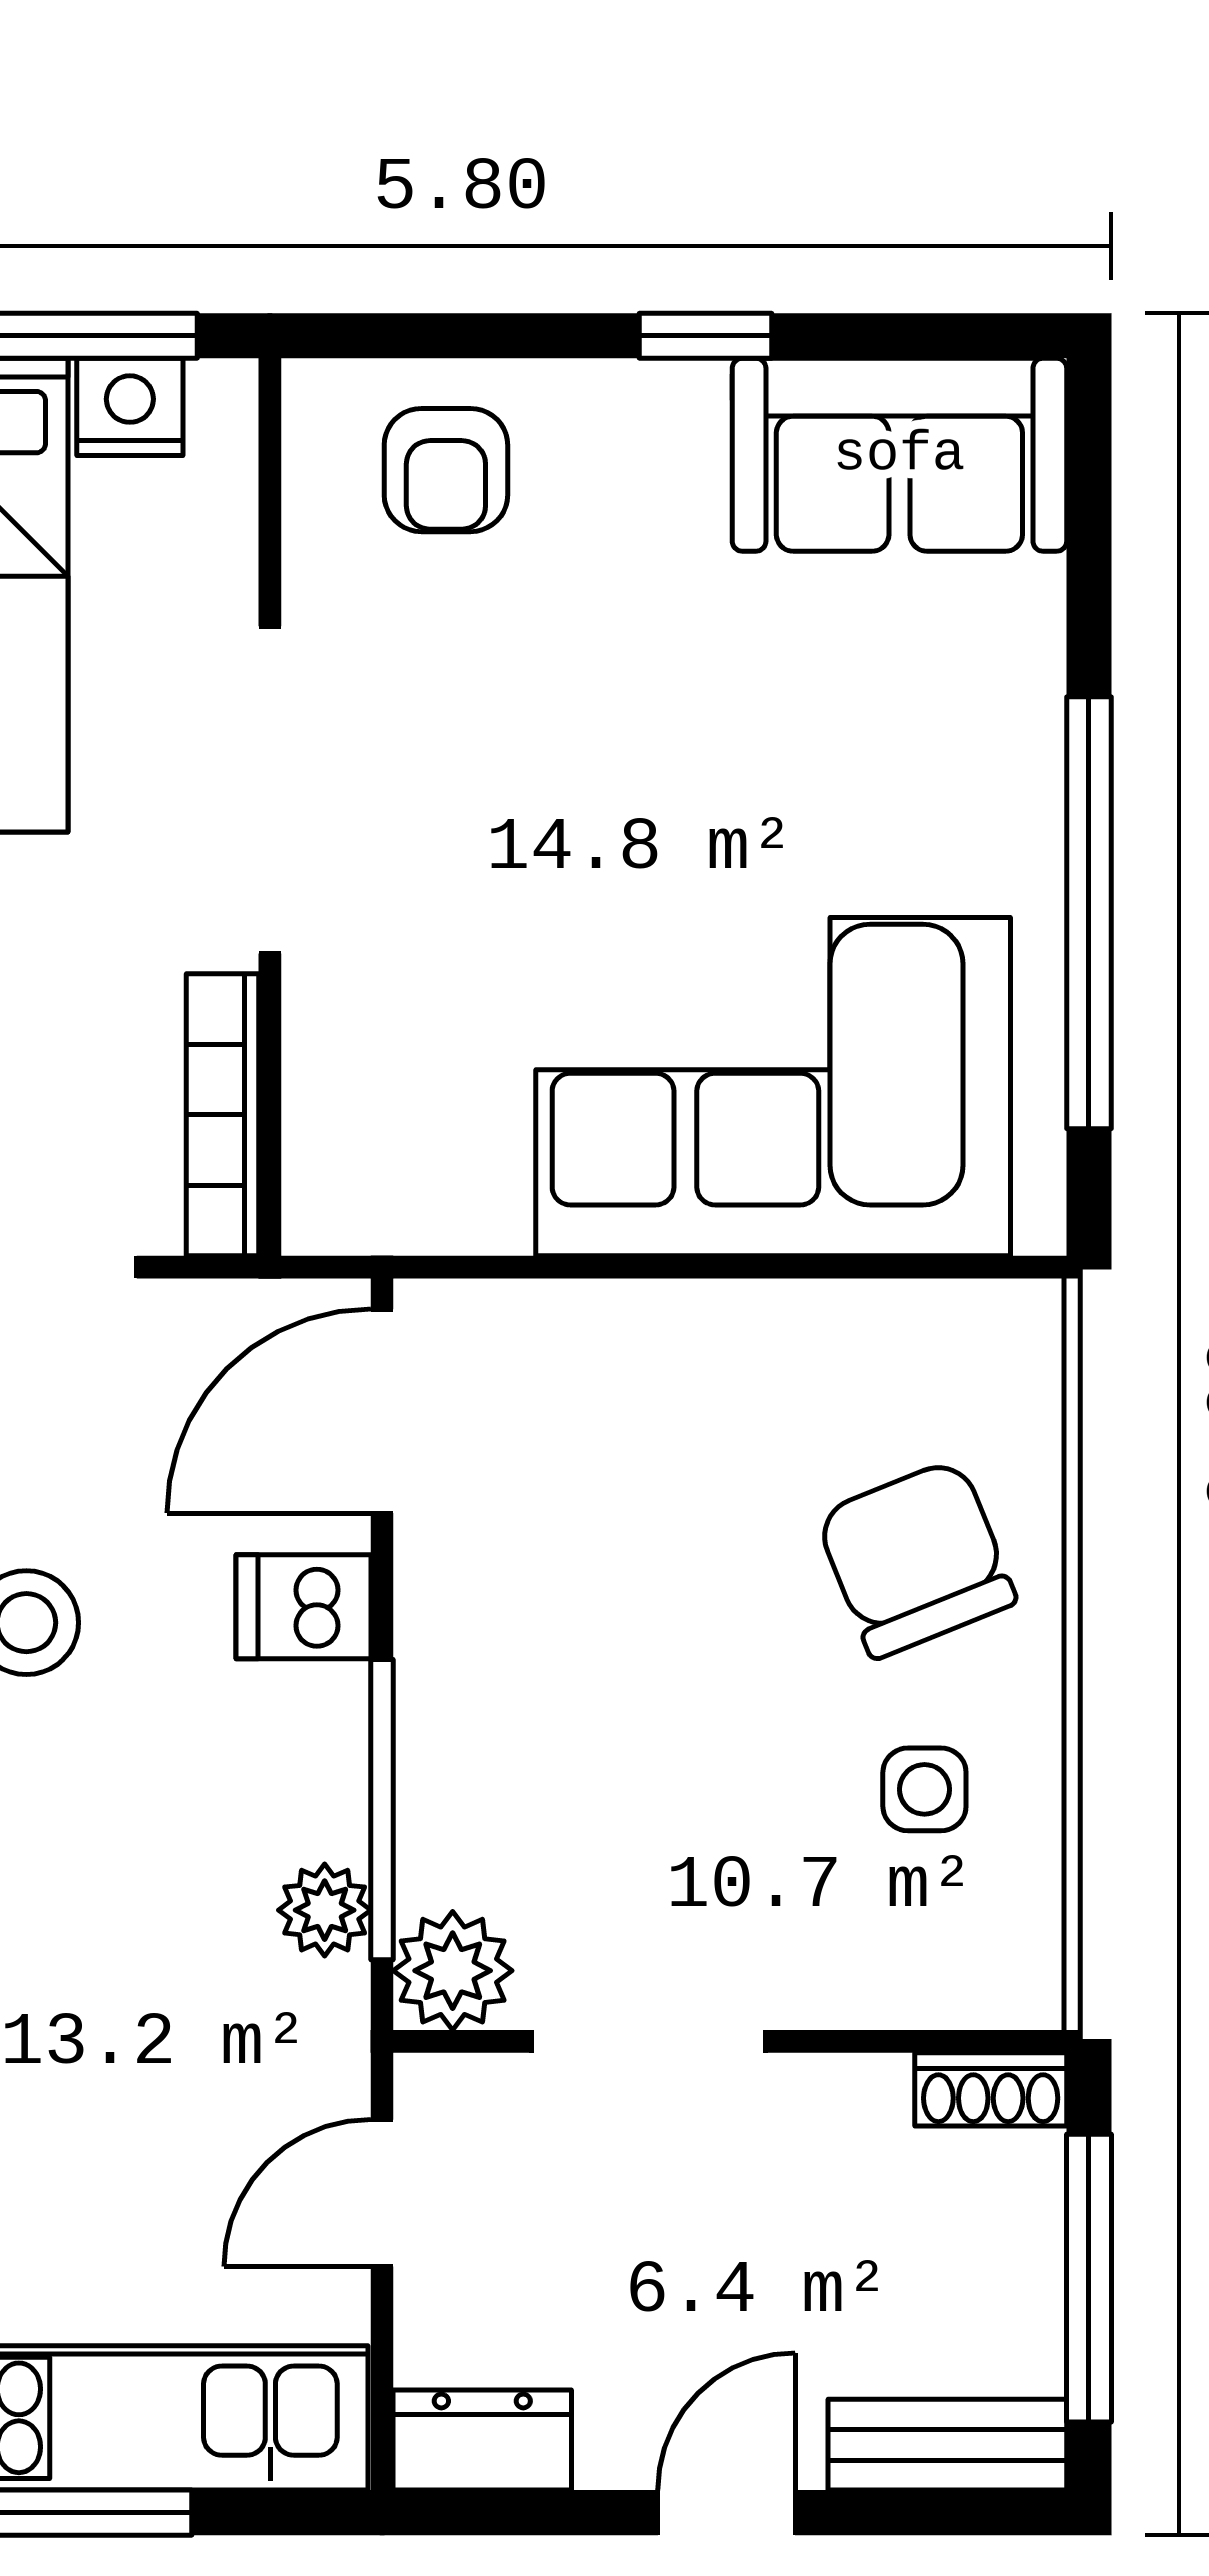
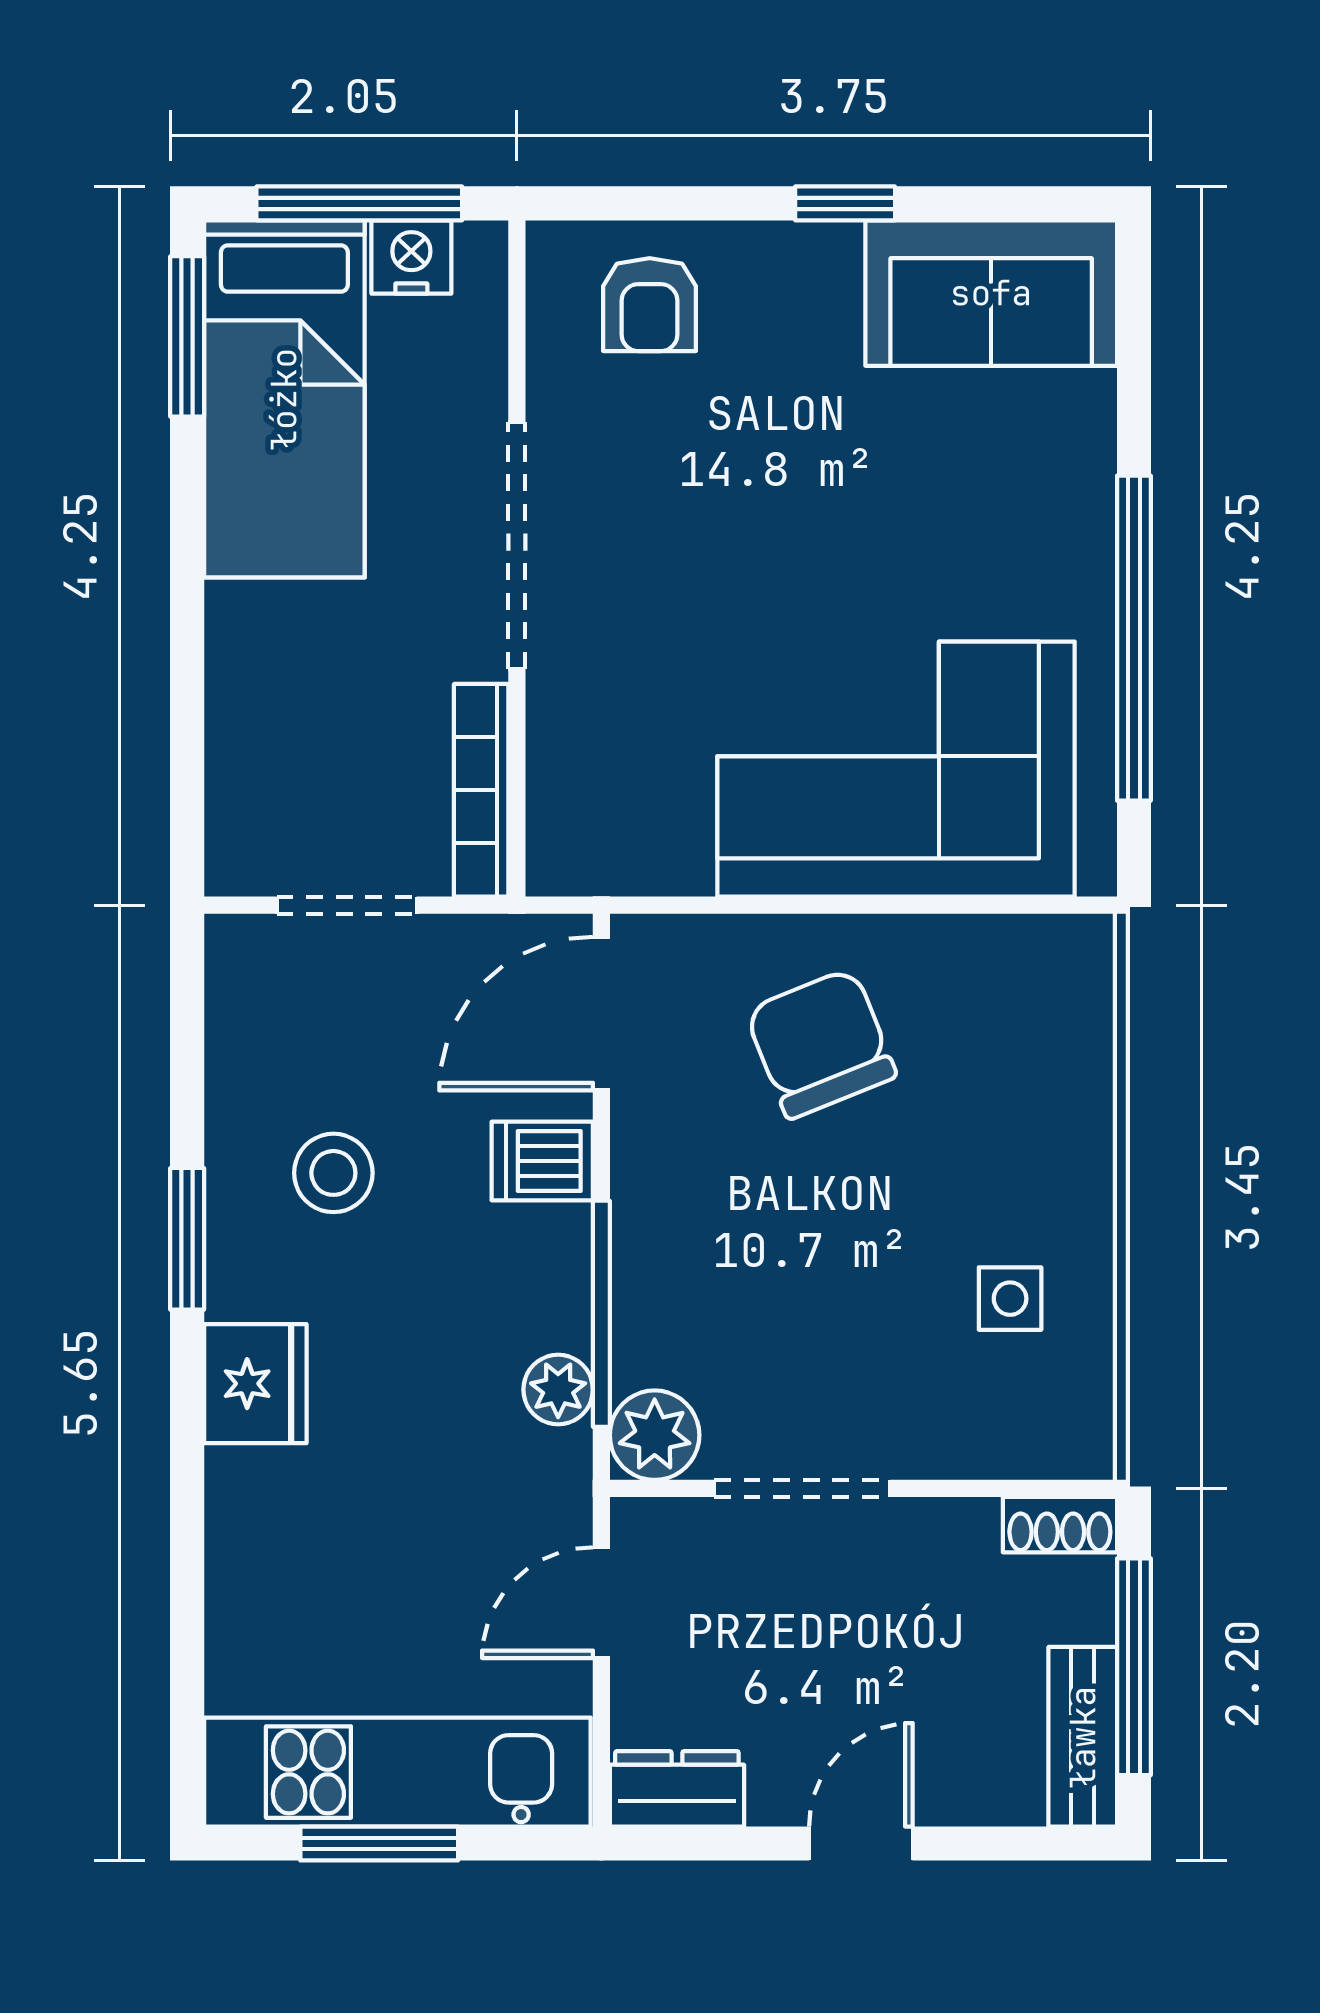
chair: (916, 1559) -> (821, 1043), moved
bench: (947, 2445) -> (1083, 1737), moved, turned 90

